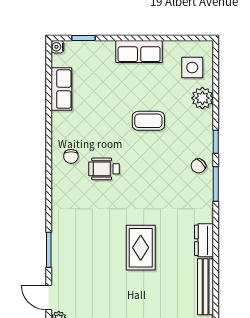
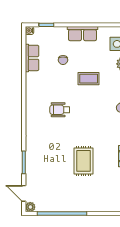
chair: (71, 156) -> (63, 60), moved

